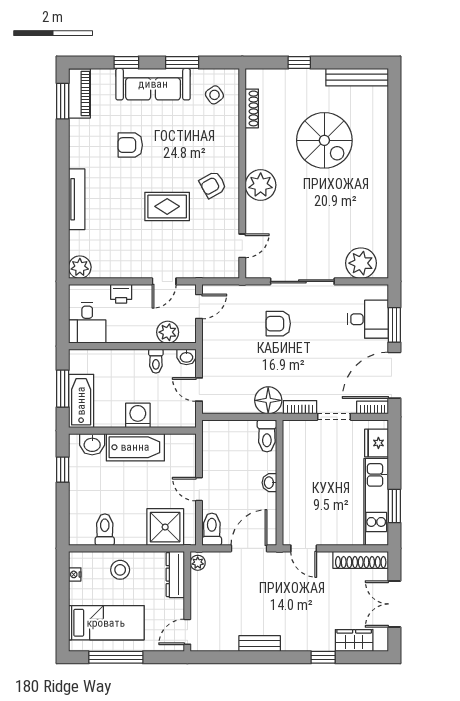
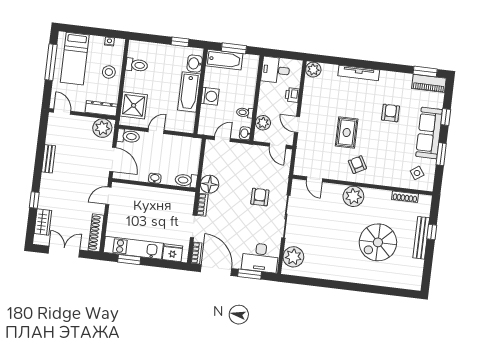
bench: (357, 77) -> (421, 238), moved
desk: (368, 319) -> (260, 258), width x1.37
plant: (198, 563) -> (102, 128), width x1.88, depth x1.88

